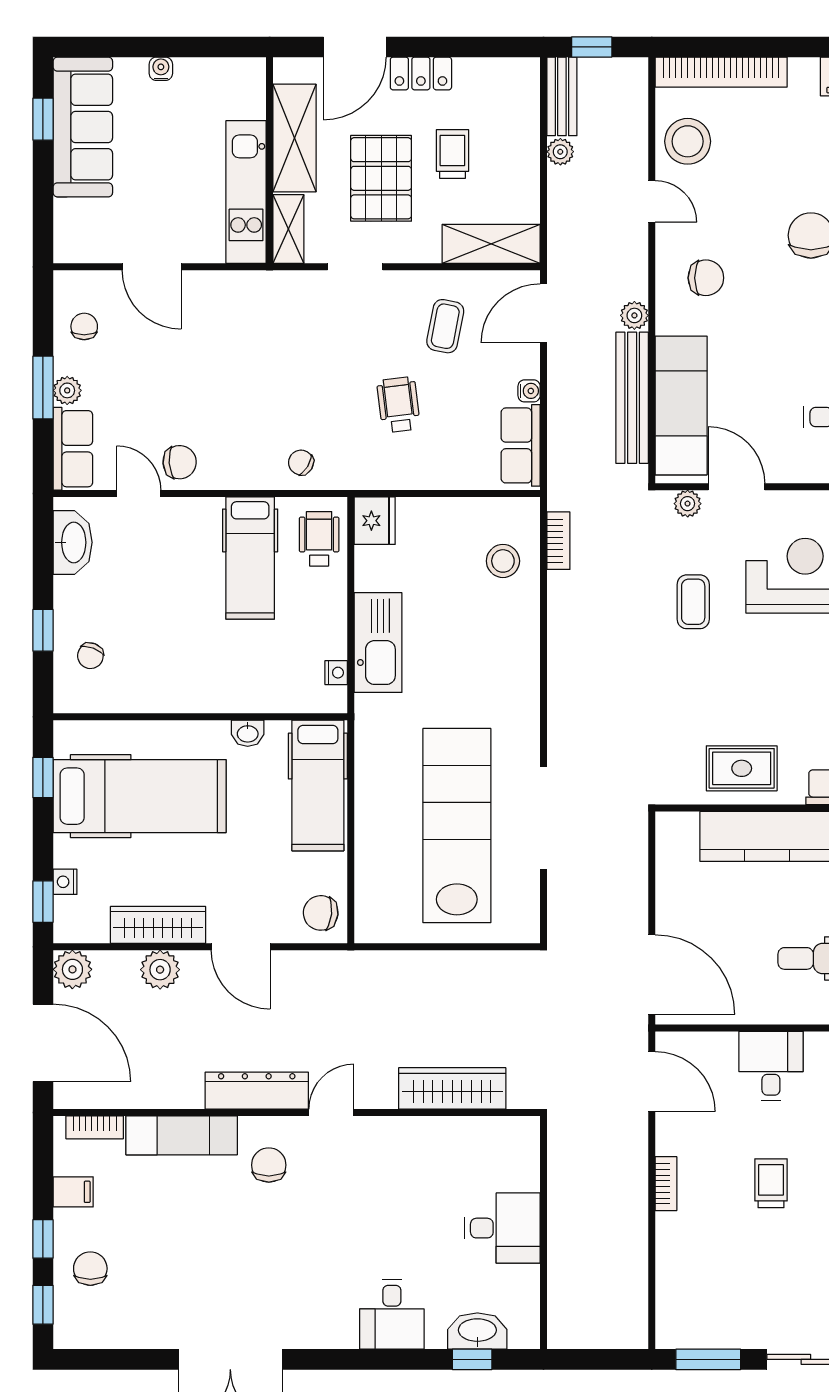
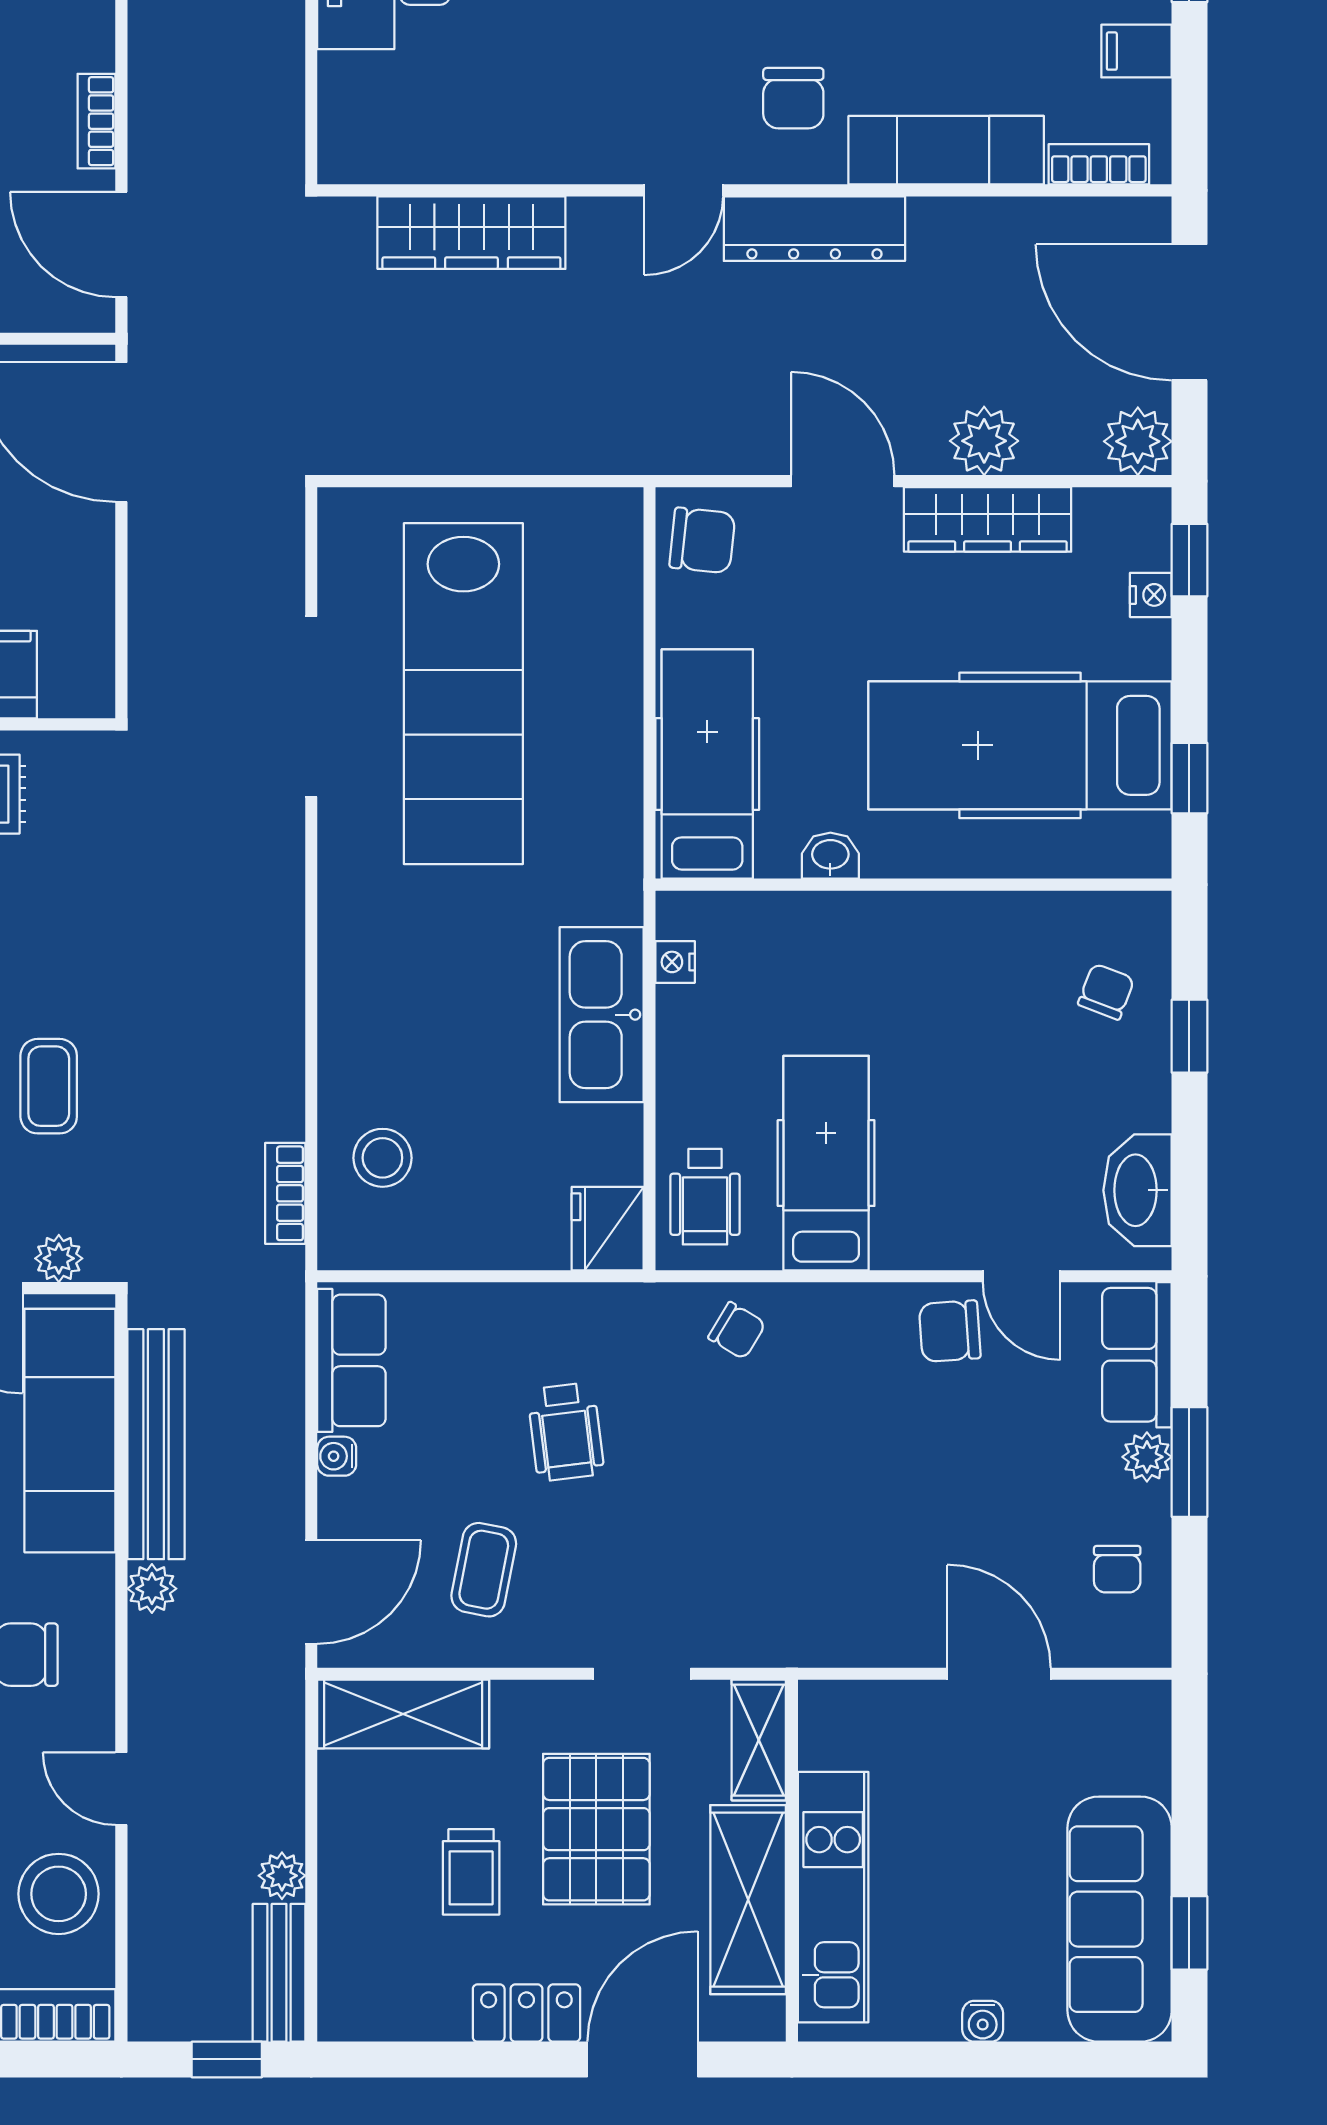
kitchen unit: (246, 192) -> (833, 1897), moved
bookcase: (666, 1184) -> (97, 121), moved

